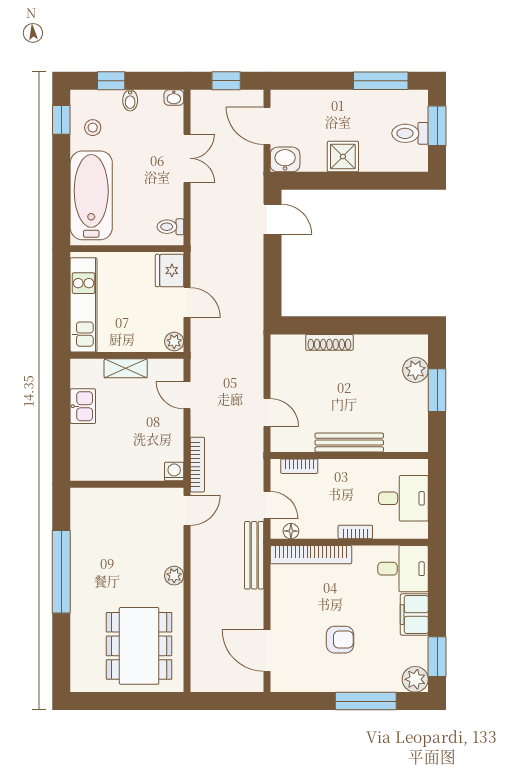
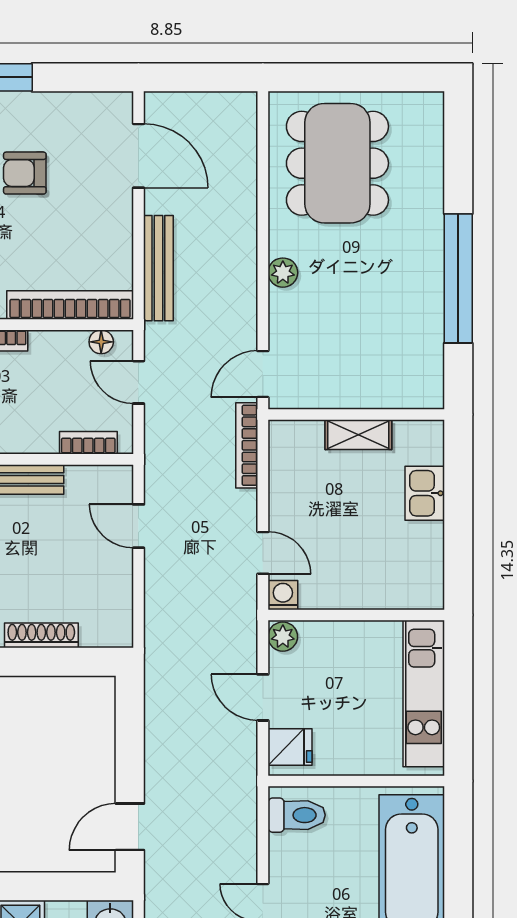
door: (273, 219) -> (130, 827), hinge flipped
toilet: (170, 227) -> (297, 815), width x1.37, depth x1.39
fridge: (170, 270) -> (290, 747), width x0.72
shelving: (126, 368) -> (358, 435), moved
kitchen sink: (83, 406) -> (425, 493), moved
washing machine: (174, 472) -> (283, 595), moved, turned 180
bench: (254, 555) -> (158, 268), moved

